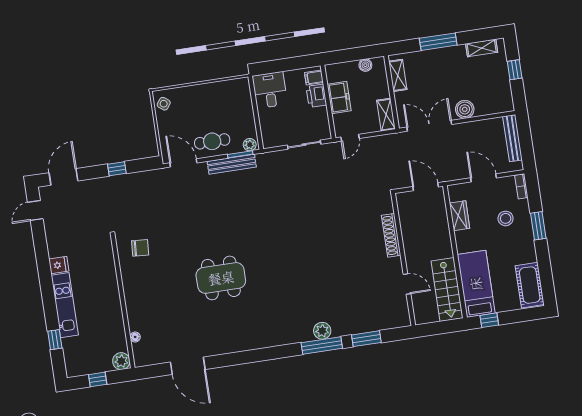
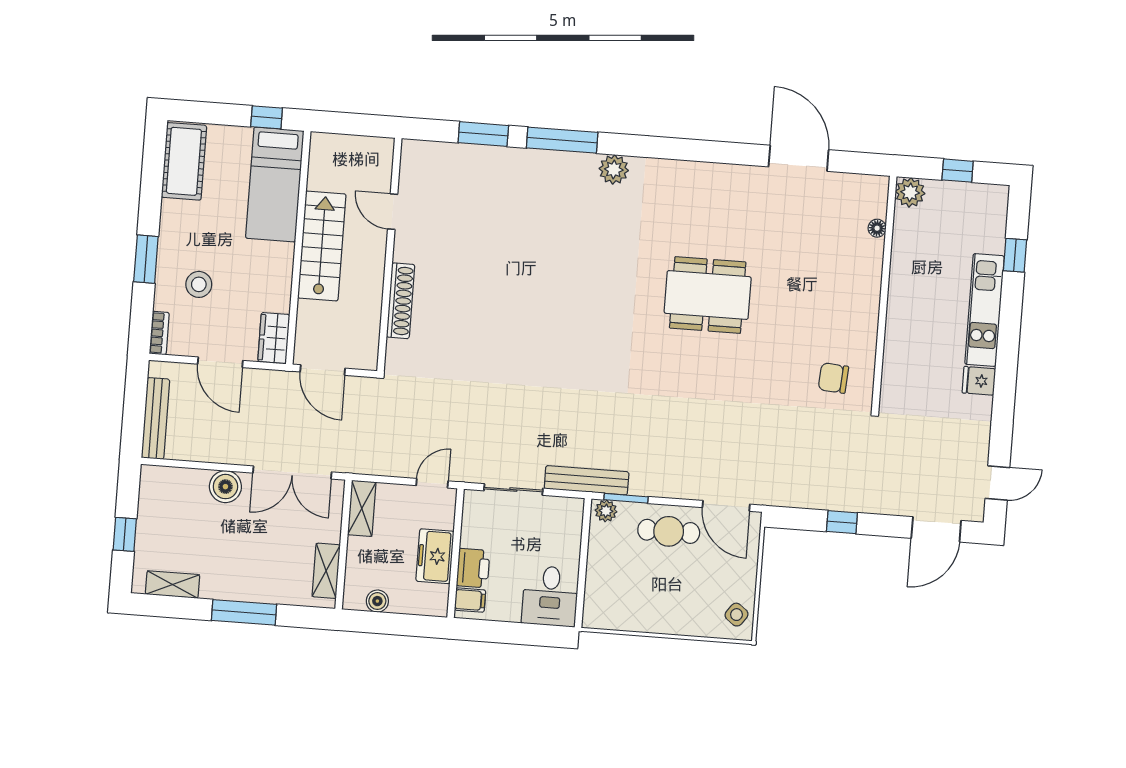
bench: (232, 164) -> (587, 480), moved
wardrobe: (460, 216) -> (274, 338), moved
stairs: (447, 289) -> (322, 246), moved
plant: (322, 331) -> (614, 170), moved

